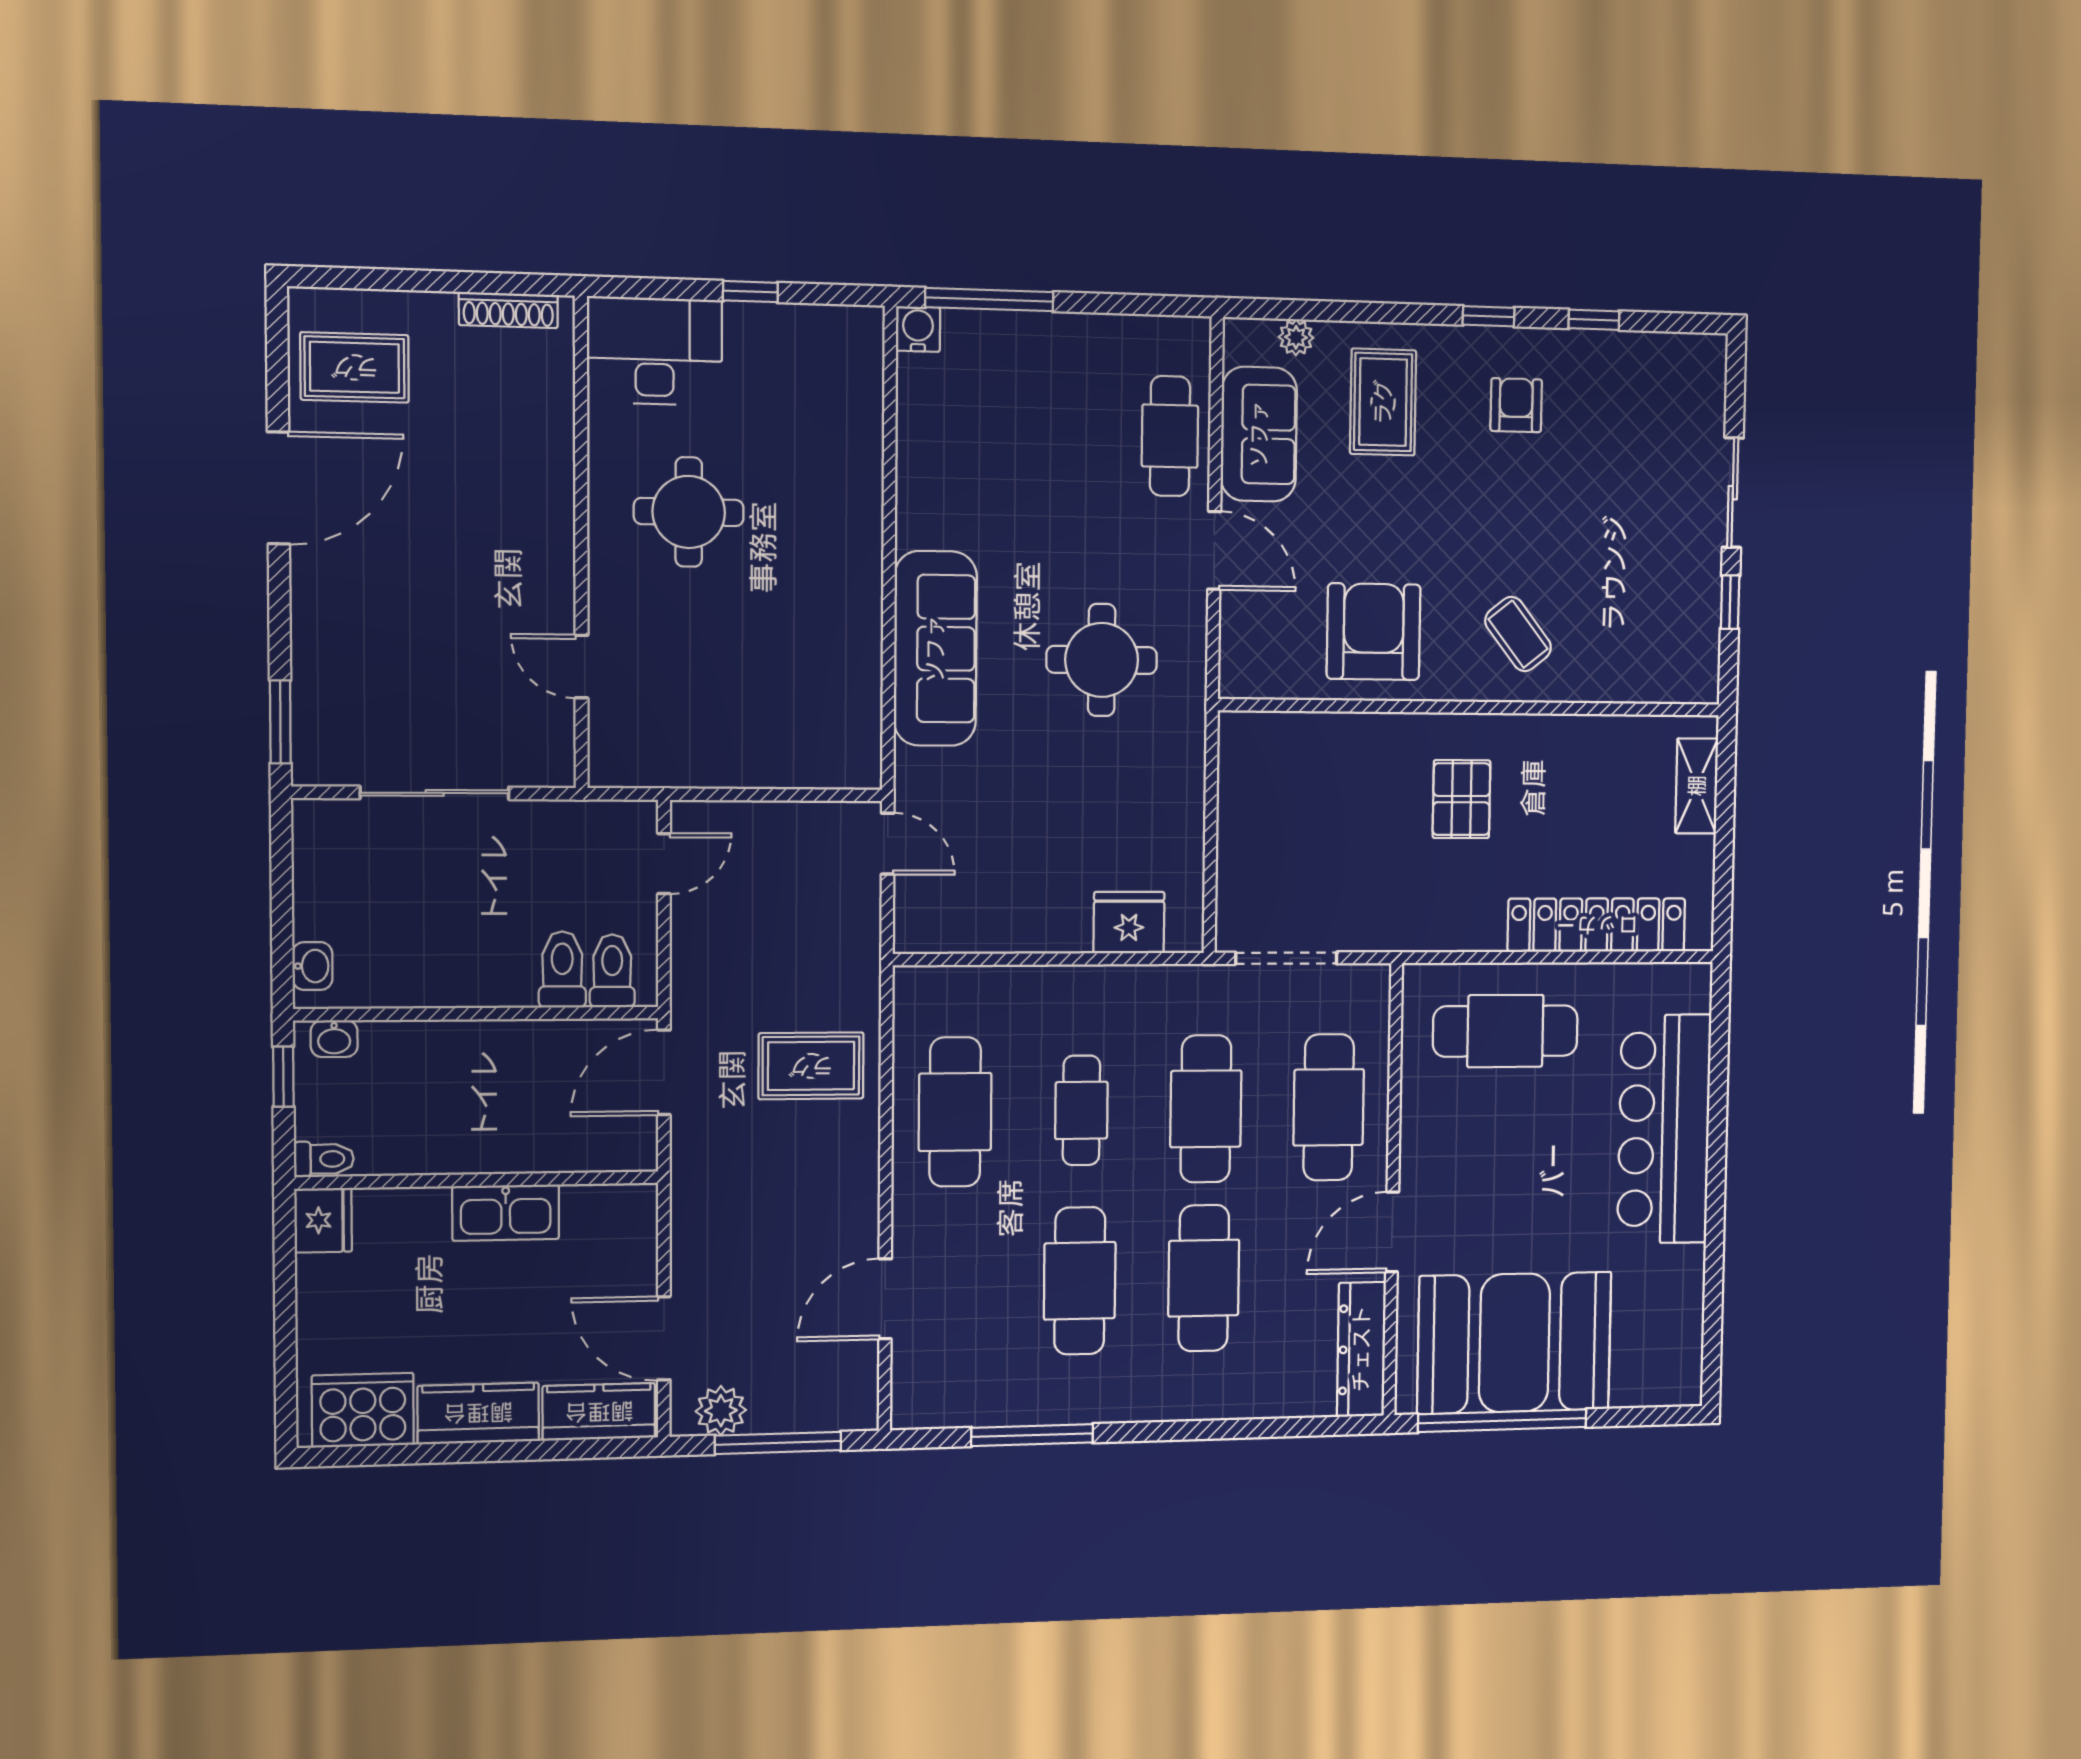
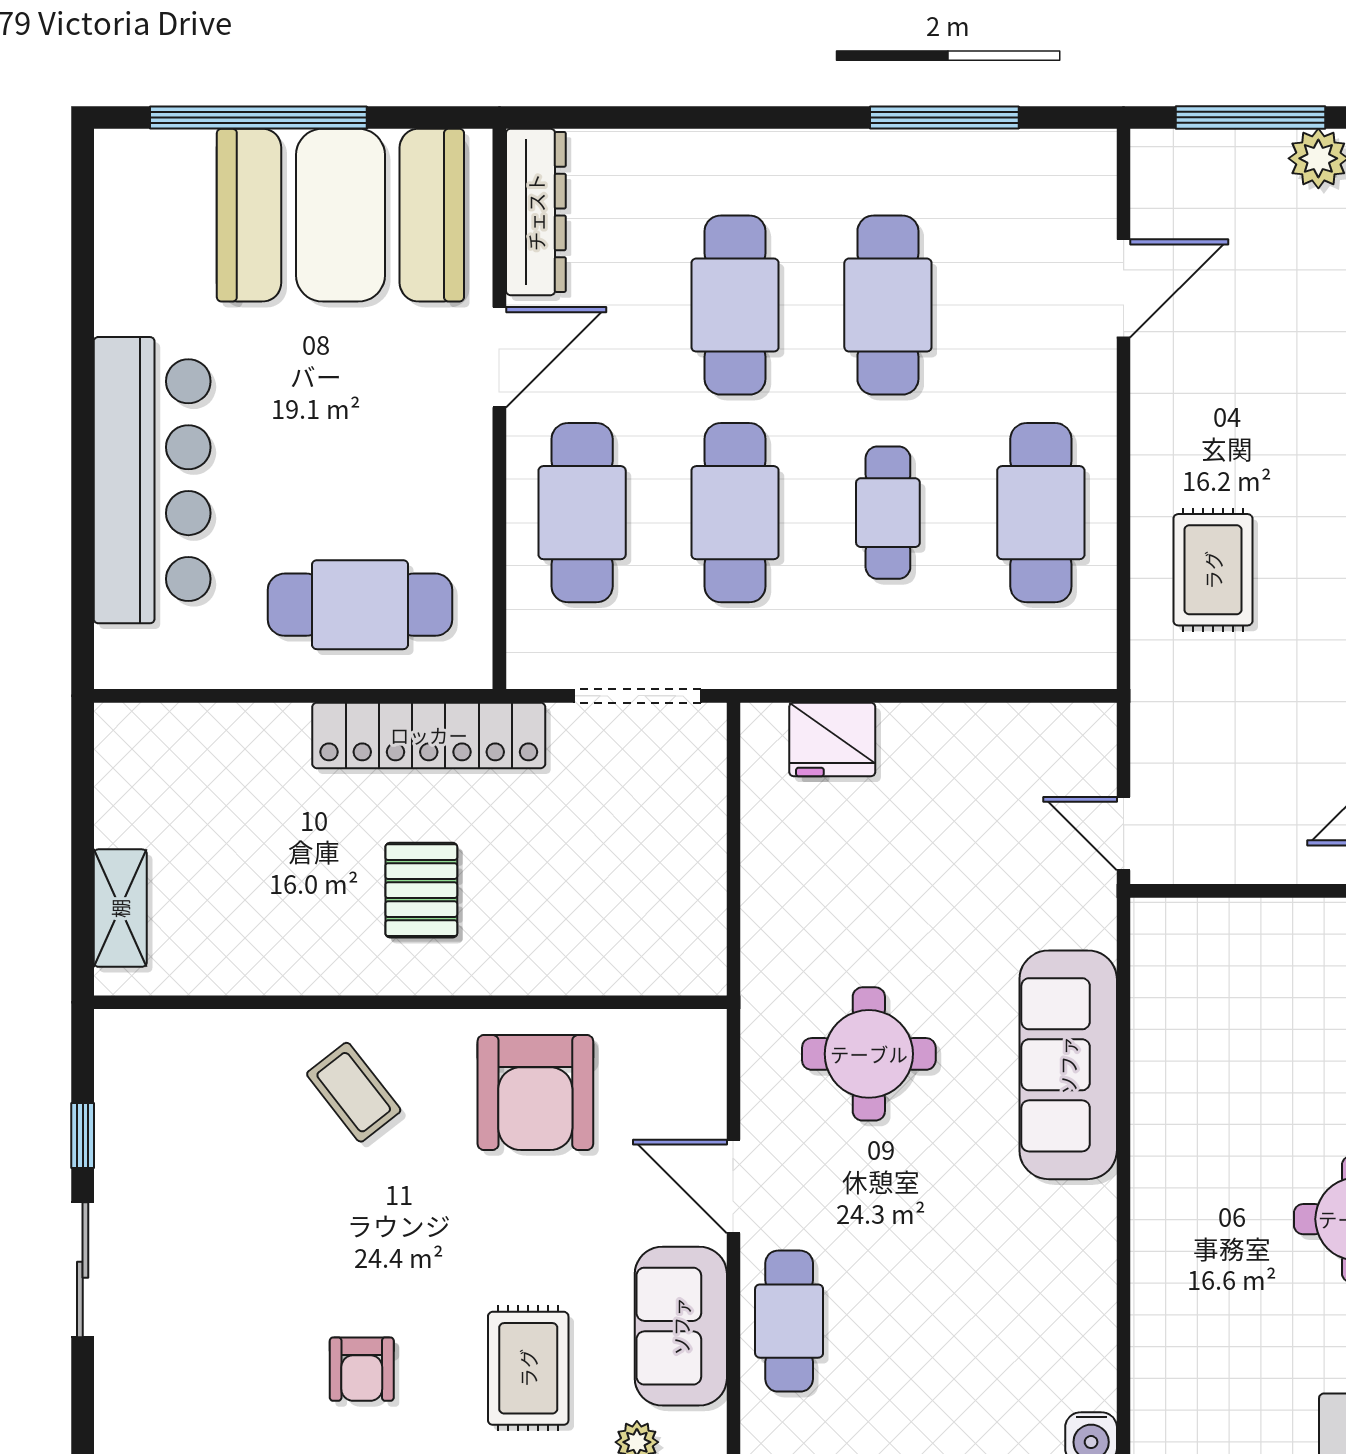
locker: (1597, 925) -> (429, 735), moved
rug: (811, 1066) -> (1213, 570), turned 90
window: (1502, 1421) -> (258, 117), moved

